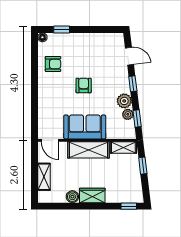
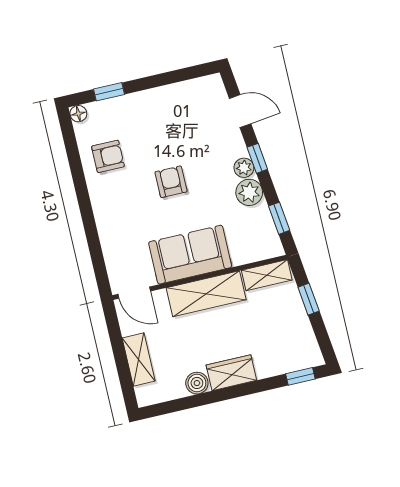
plant: (128, 114) -> (244, 168), moved

